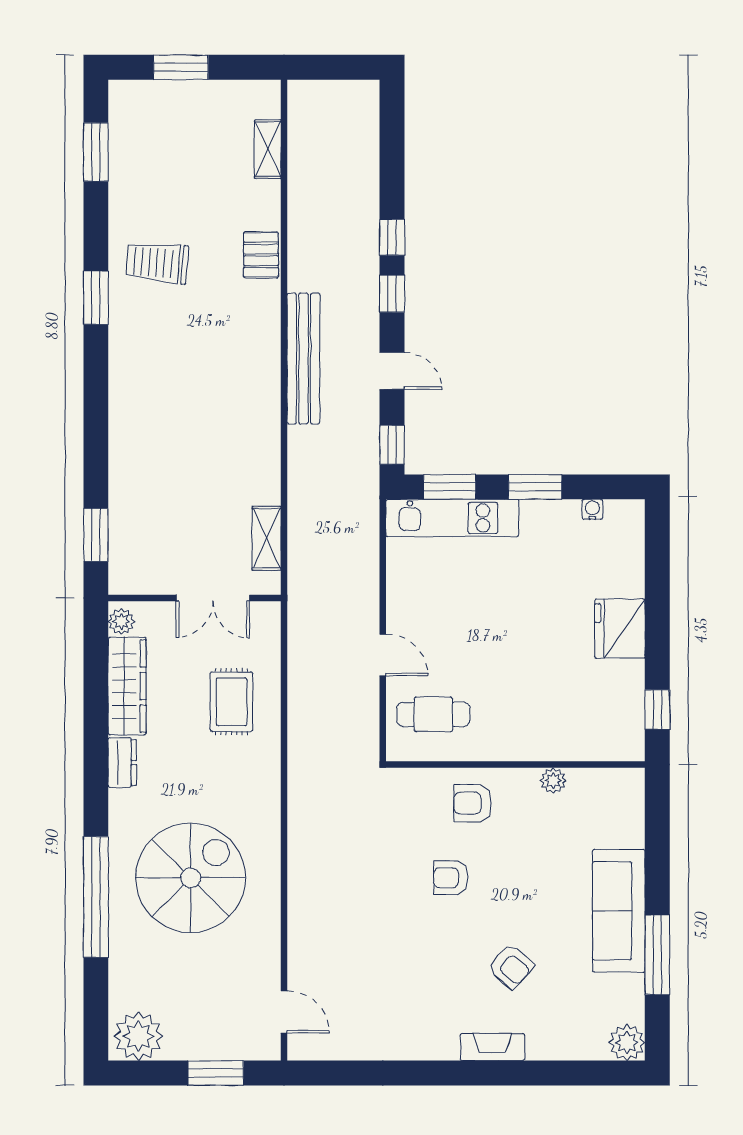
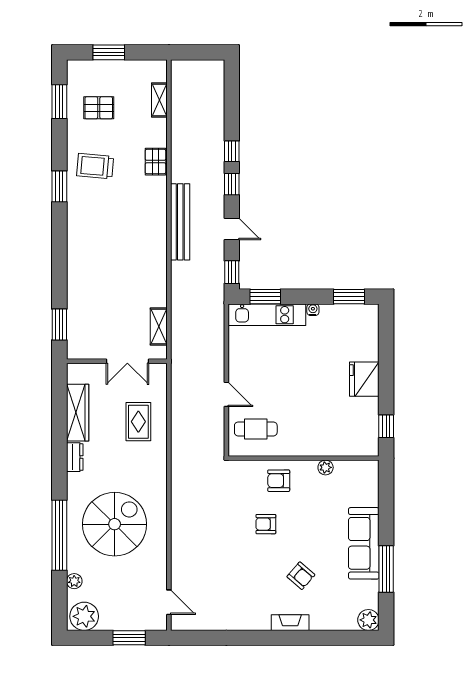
pallet: (164, 162) -> (99, 108), added
window: (535, 487) -> (349, 297), moved
water cooler: (592, 509) -> (313, 310), moved
plant: (121, 622) -> (74, 581), moved

